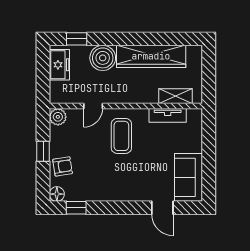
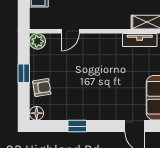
coffee table: (121, 136) -> (97, 59), removed
window: (76, 208) -> (77, 126), moved

